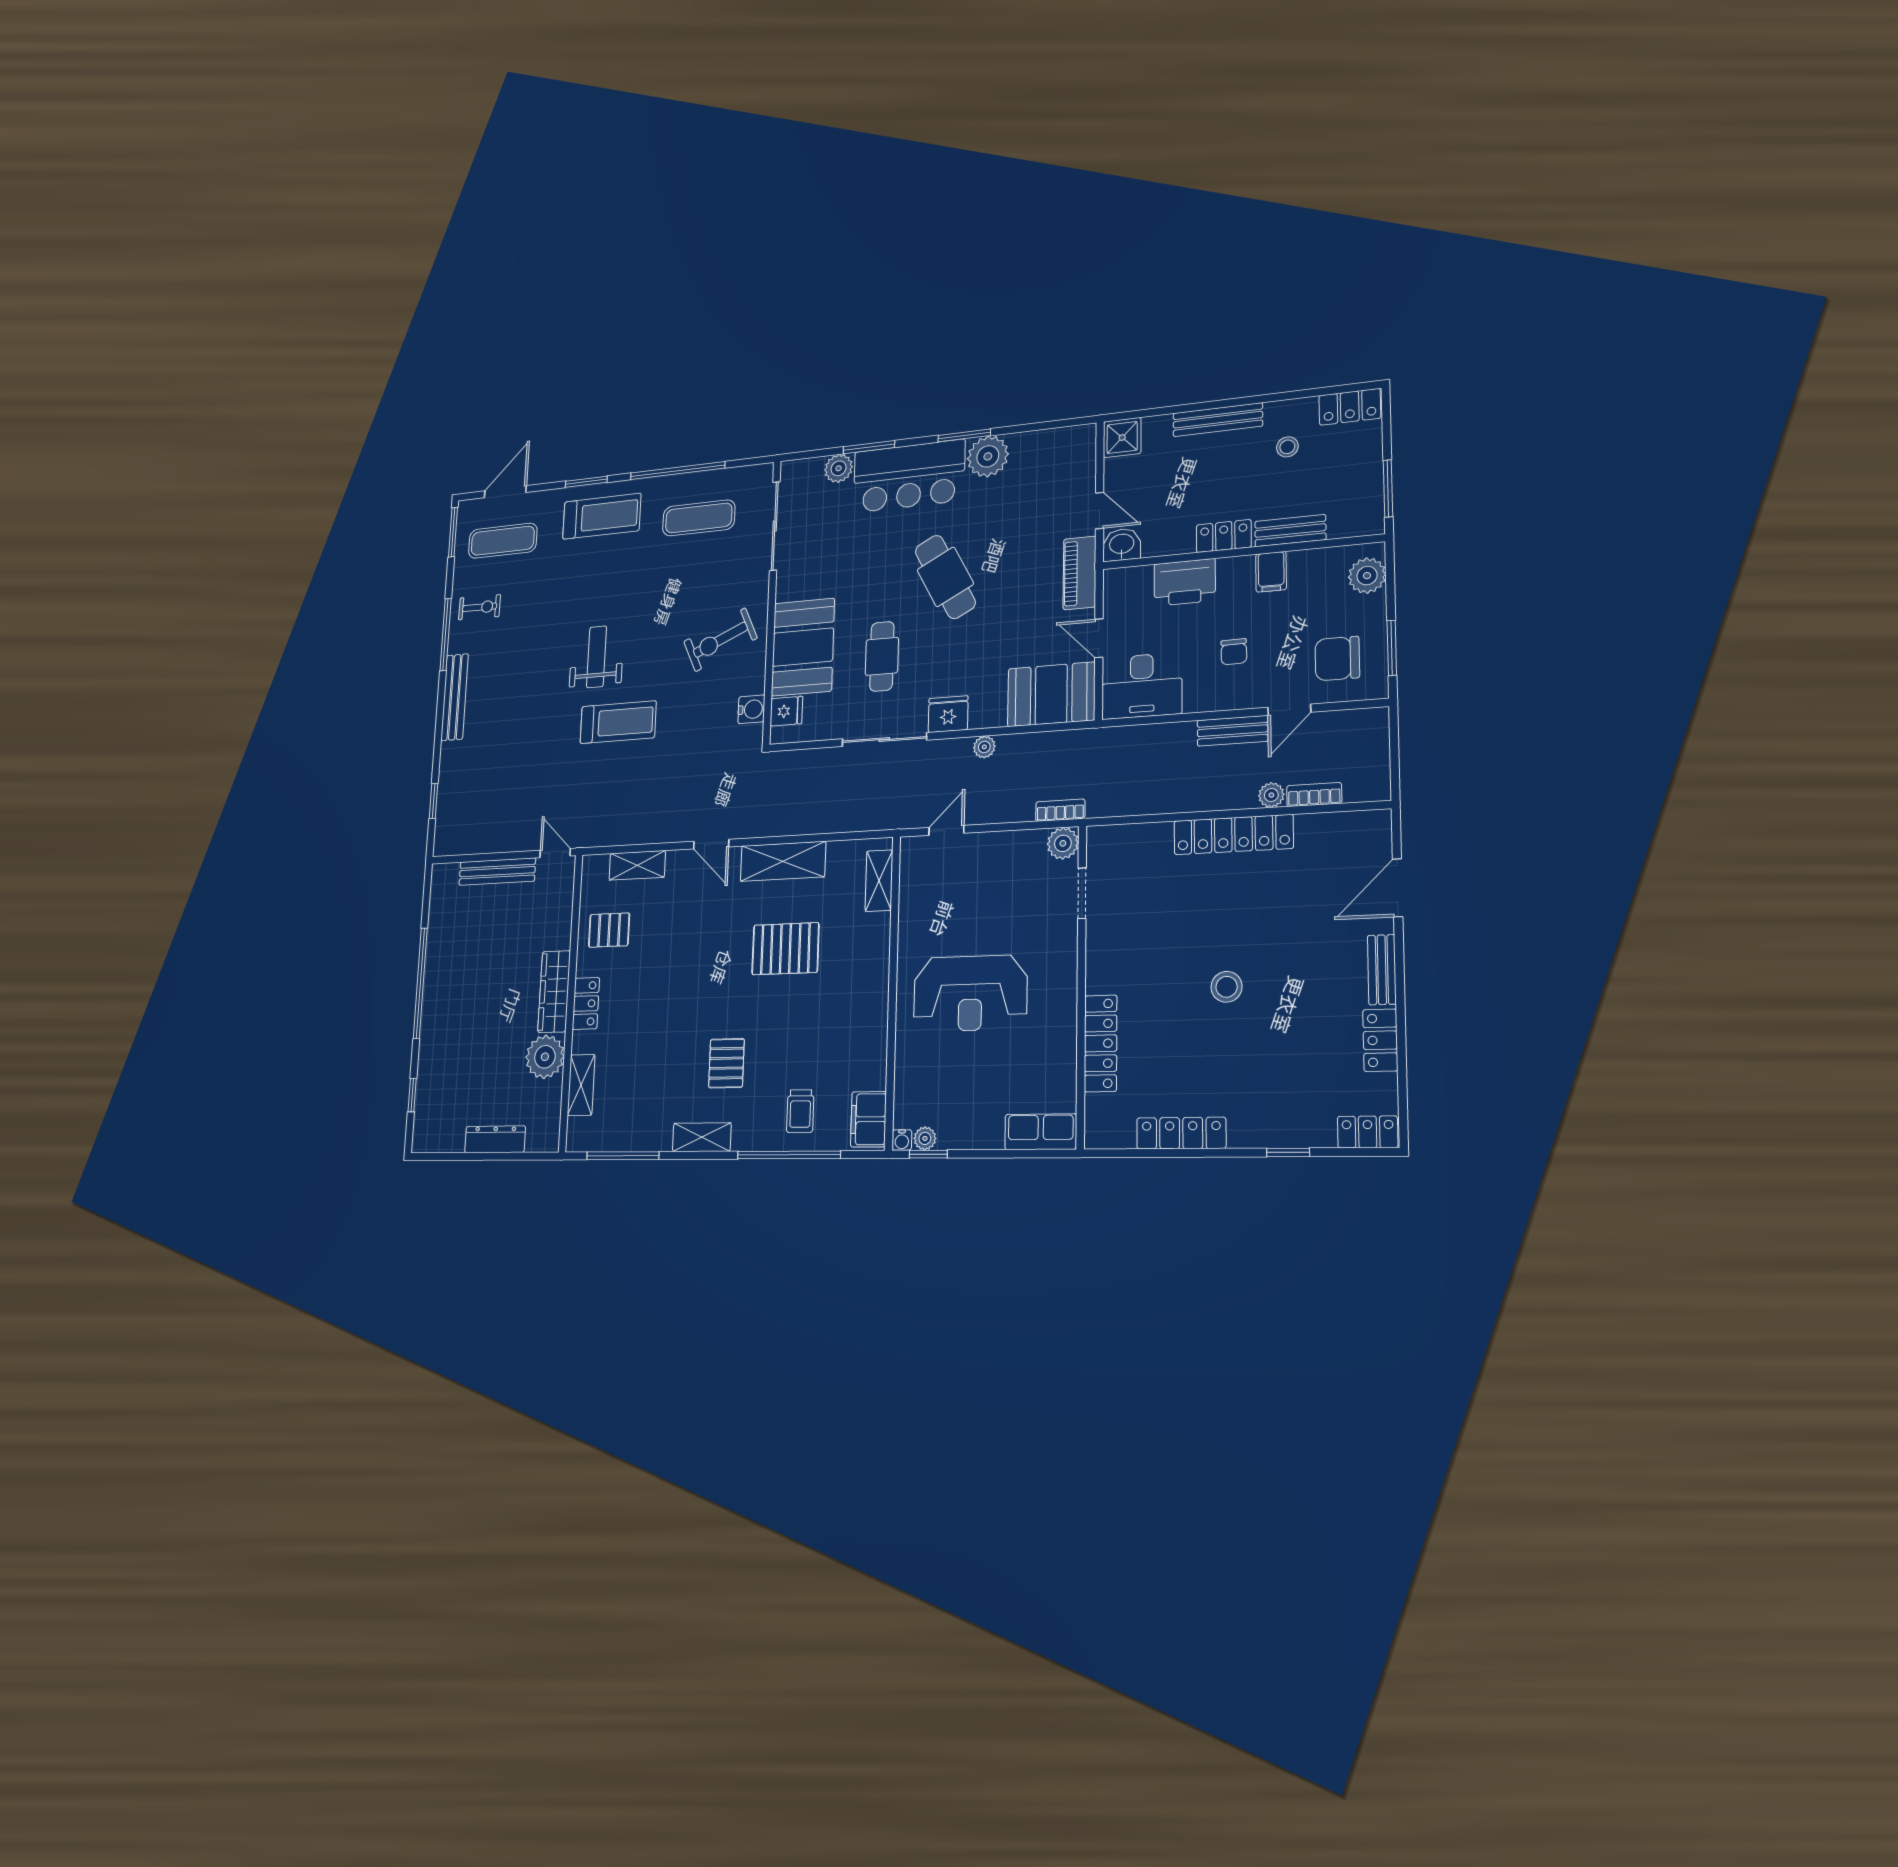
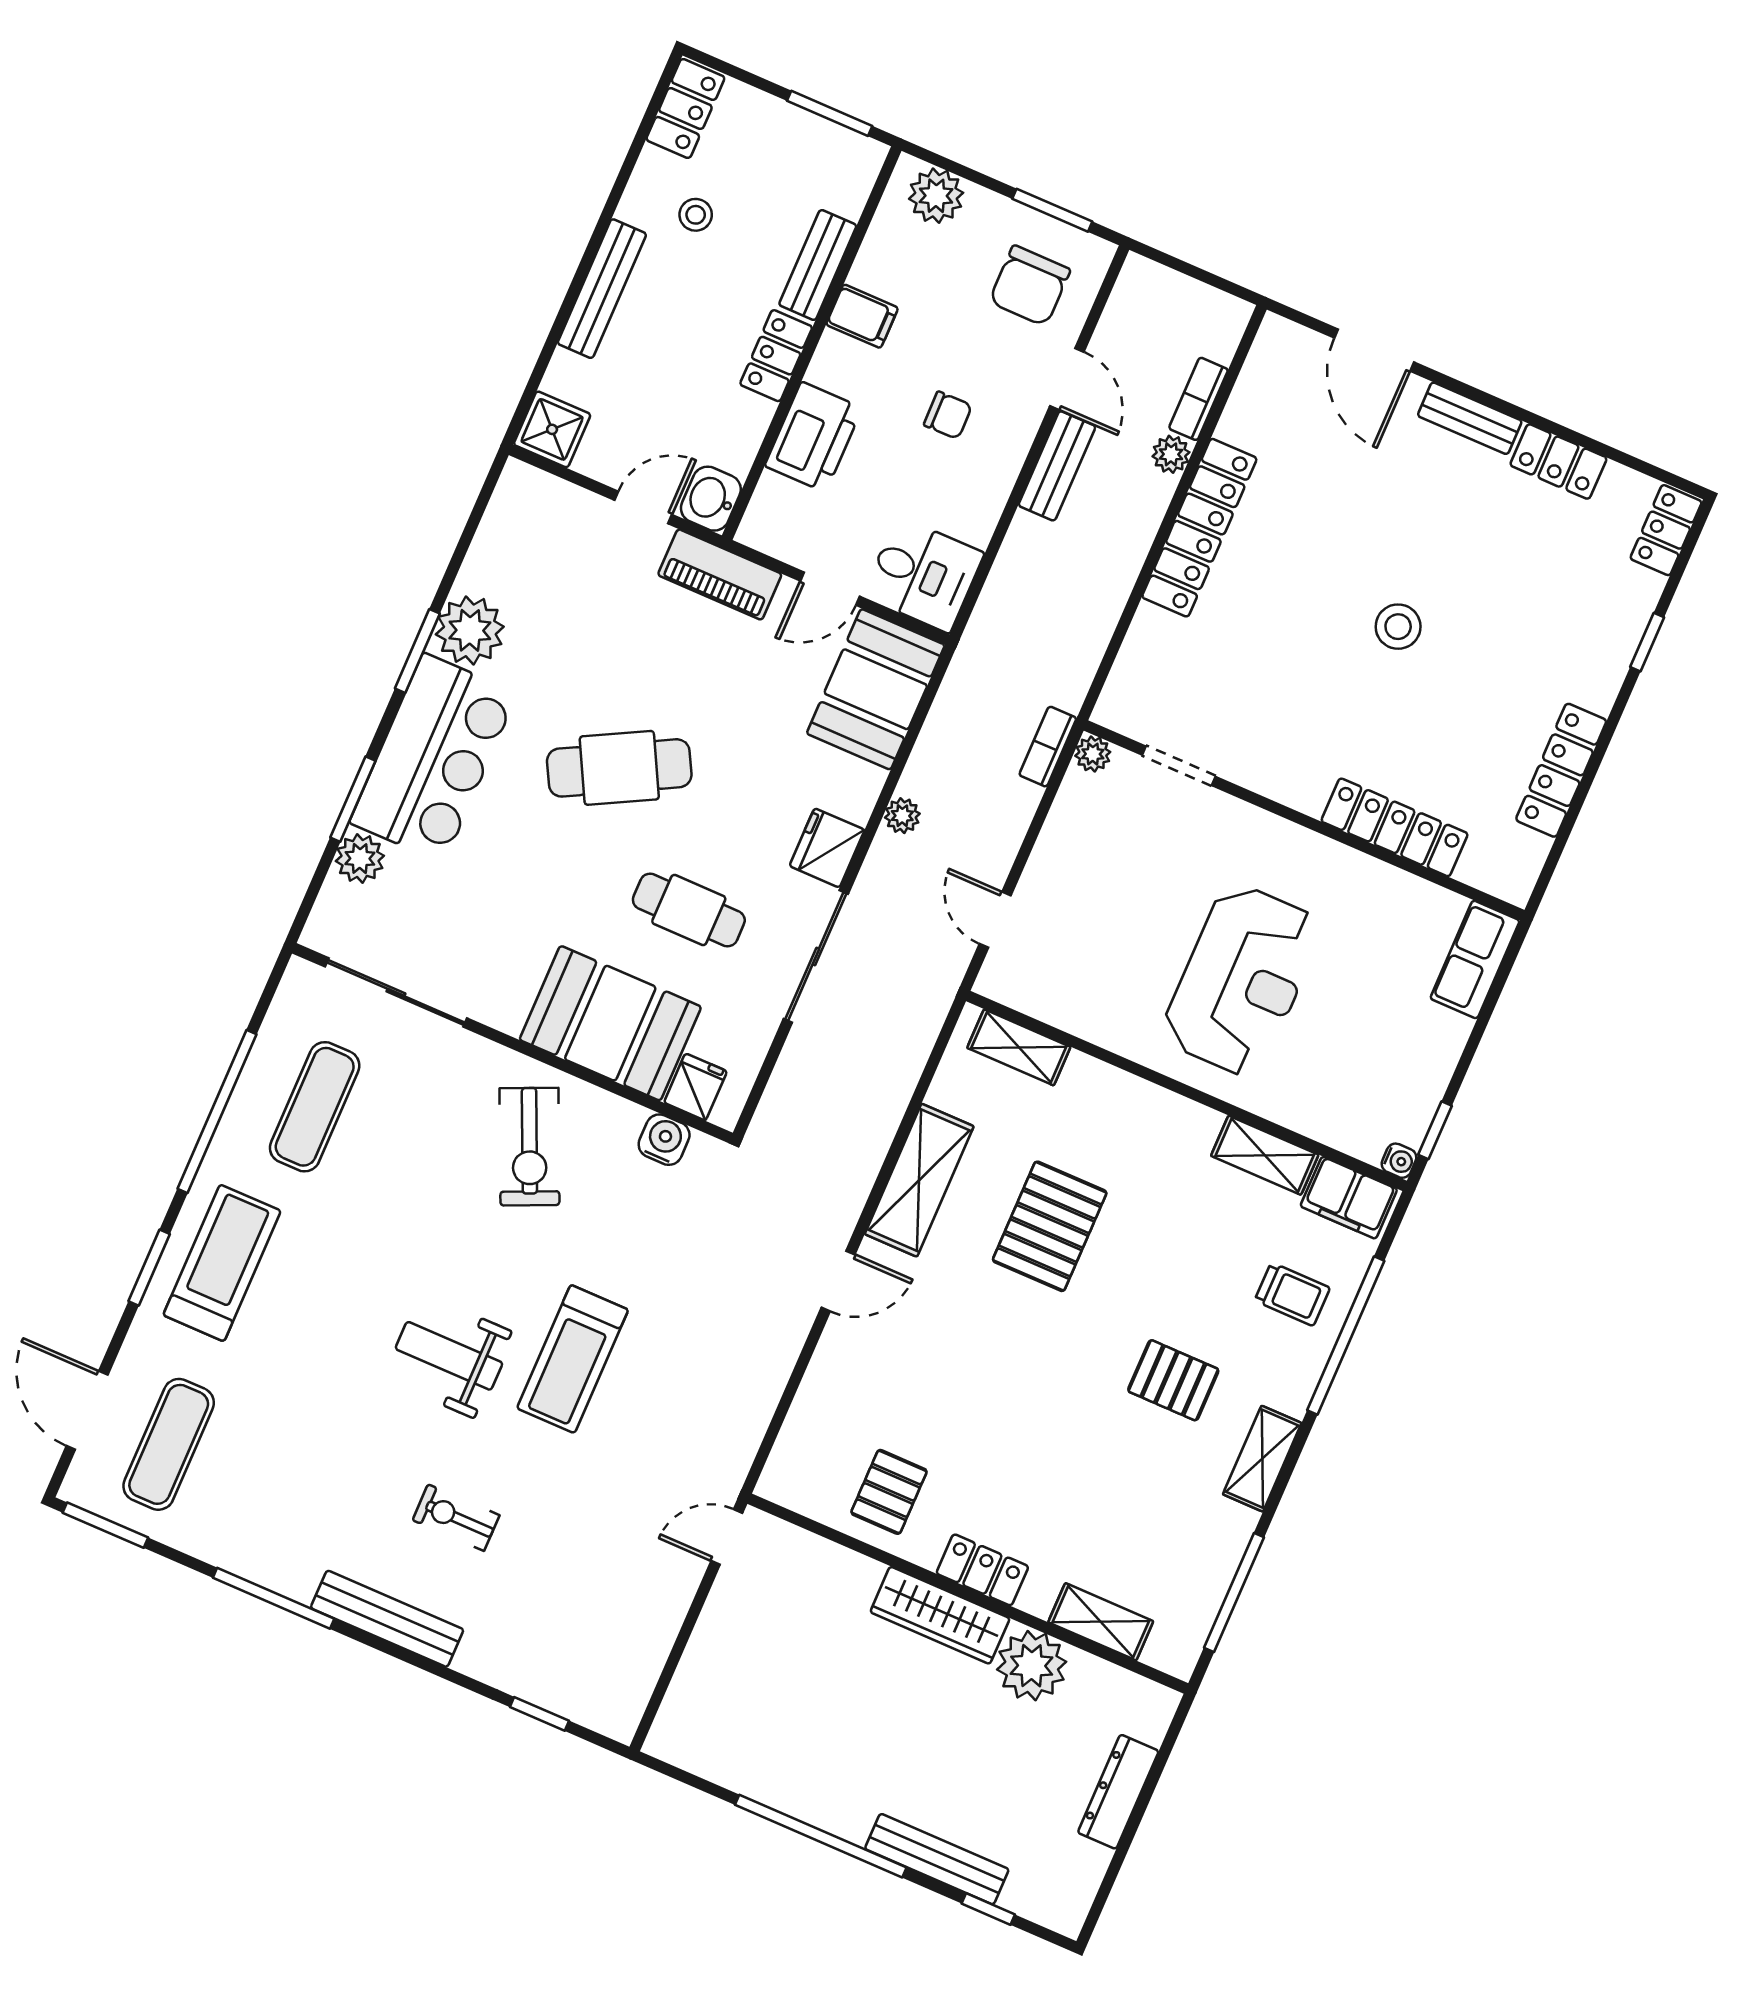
exercise bike: (480, 607) -> (456, 1518), moved, turned -91
desk: (1142, 686) -> (923, 575), width x0.73
treadmill: (618, 722) -> (573, 1359), turned 180
plant: (1063, 843) -> (1093, 754), width x0.73, depth x0.73
shelving: (637, 865) -> (1265, 1155), moved, turned 90
bench: (497, 872) -> (937, 1859), moved, turned 90
plant: (925, 1138) -> (1412, 1126), removed

